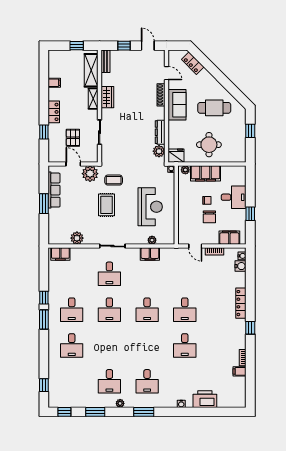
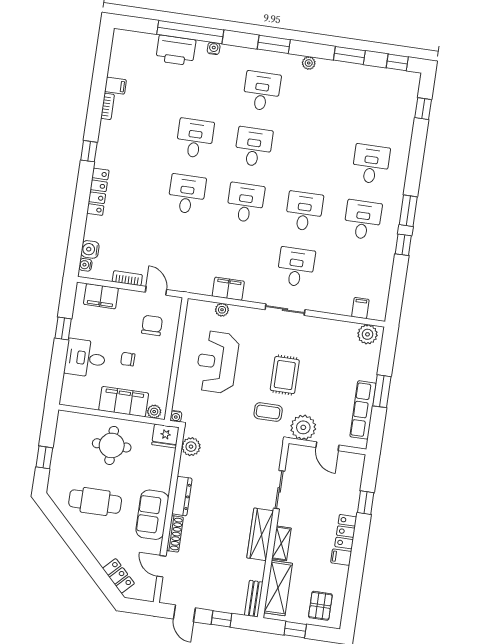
filing cabinet: (54, 83) -> (341, 557), moved
wardrobe: (107, 97) -> (260, 534), width x1.50
dresser: (160, 132) -> (182, 496), moved
pallet: (73, 138) -> (320, 606), moved
chair: (209, 217) -> (152, 325), moved
plant: (77, 238) -> (367, 334), moved
filing cabinet: (60, 254) -> (360, 308), width x0.50
desk: (109, 381) -> (254, 147), moved
window: (197, 412) -> (190, 32), added

